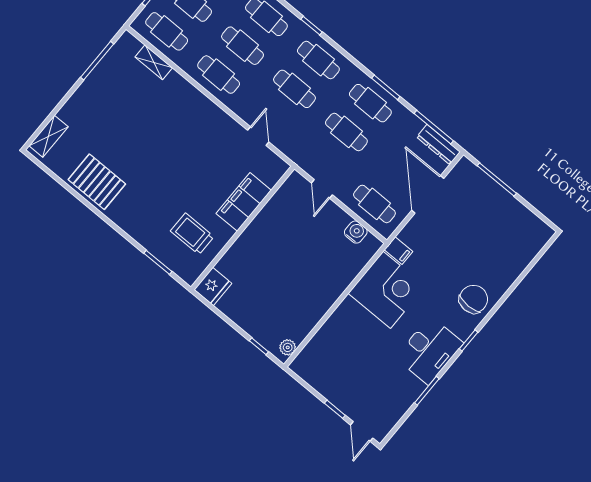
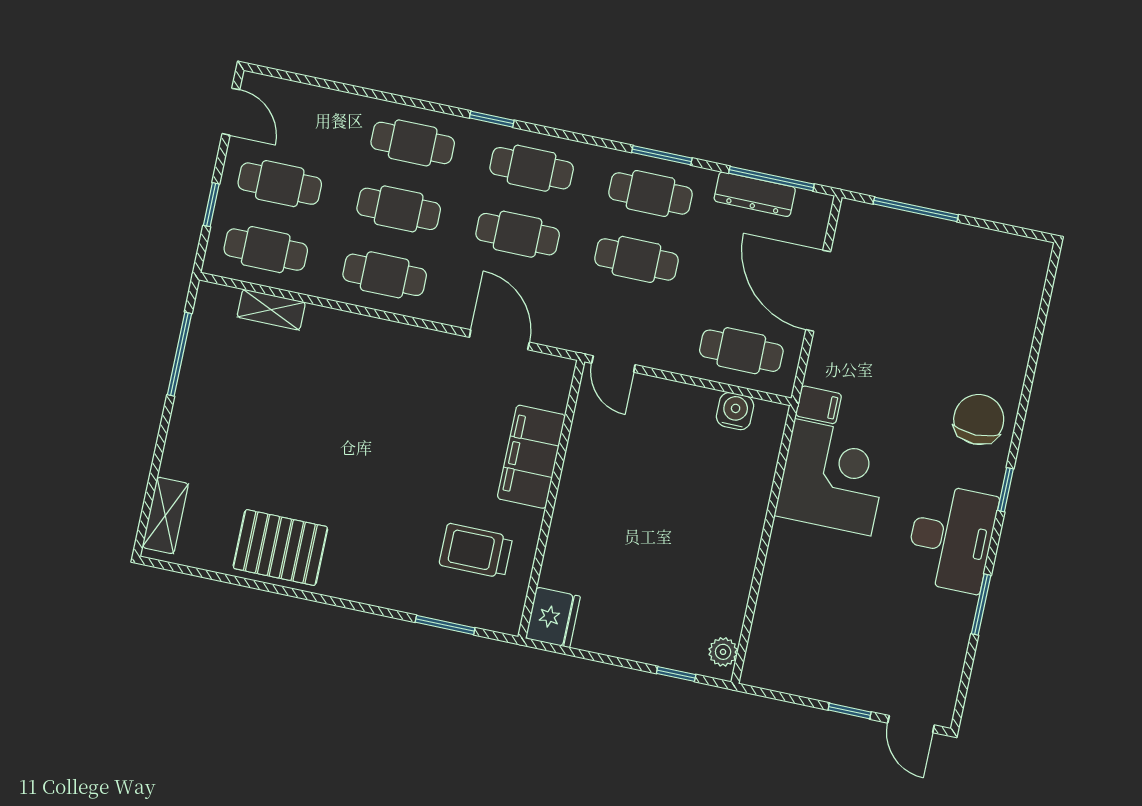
door: (258, 136) -> (499, 340), width x1.38
dresser: (438, 145) -> (755, 194), moved
door: (322, 189) -> (613, 364), moved

